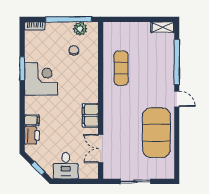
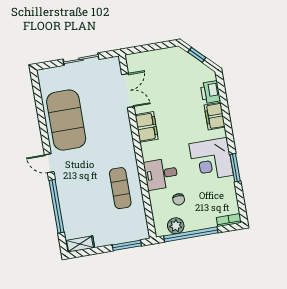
window: (124, 19) -> (127, 245), added
filing cabinet: (32, 120) -> (215, 116), width x2.00
desk: (66, 166) -> (161, 174), moved, turned -90

